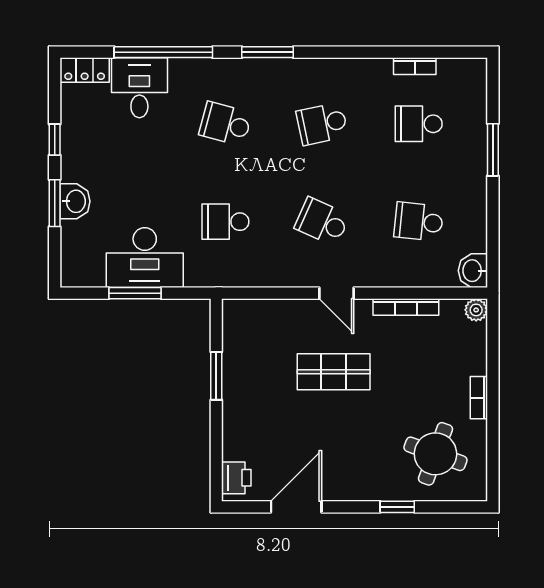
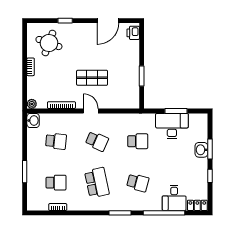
school desk: (322, 124) -> (97, 183), width x1.85

